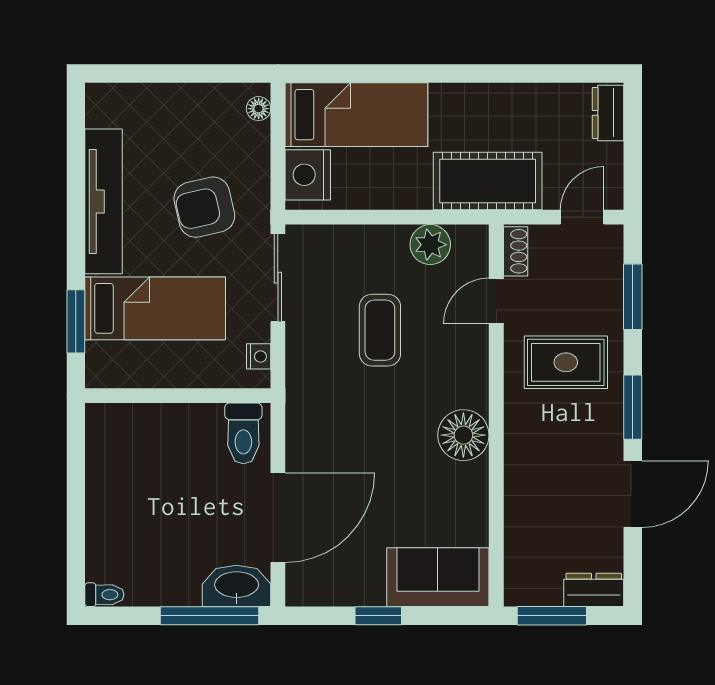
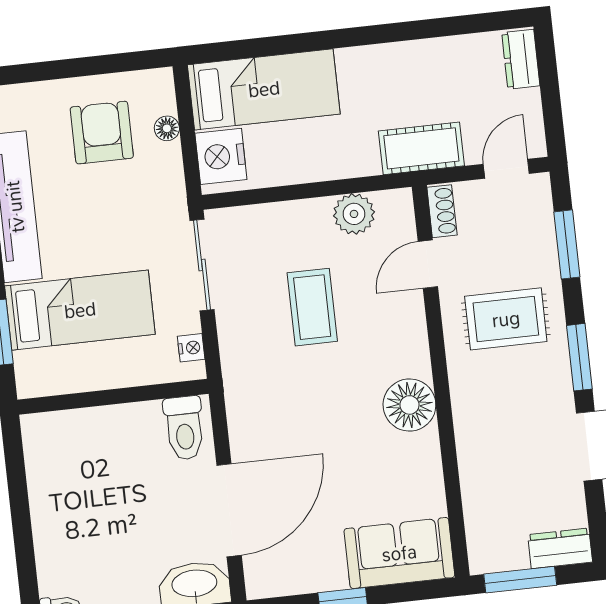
floor lamp: (259, 109) -> (167, 128), moved
cot: (488, 181) -> (421, 148), width x0.73, depth x0.75
armchair: (204, 207) -> (102, 133), moved, turned 103

